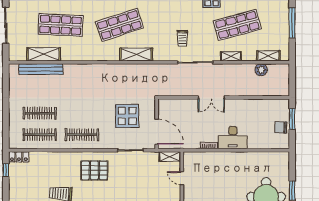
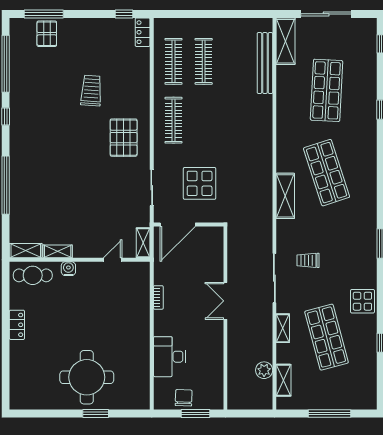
shelving: (44, 54) -> (286, 41), moved
desk: (233, 138) -> (169, 357), moved

